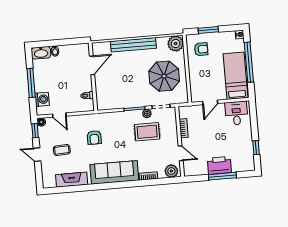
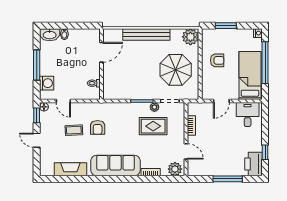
armchair: (201, 49) -> (217, 60), moved
coffee table: (62, 150) -> (74, 130), moved
printer: (219, 165) -> (254, 164), moved, turned -90

